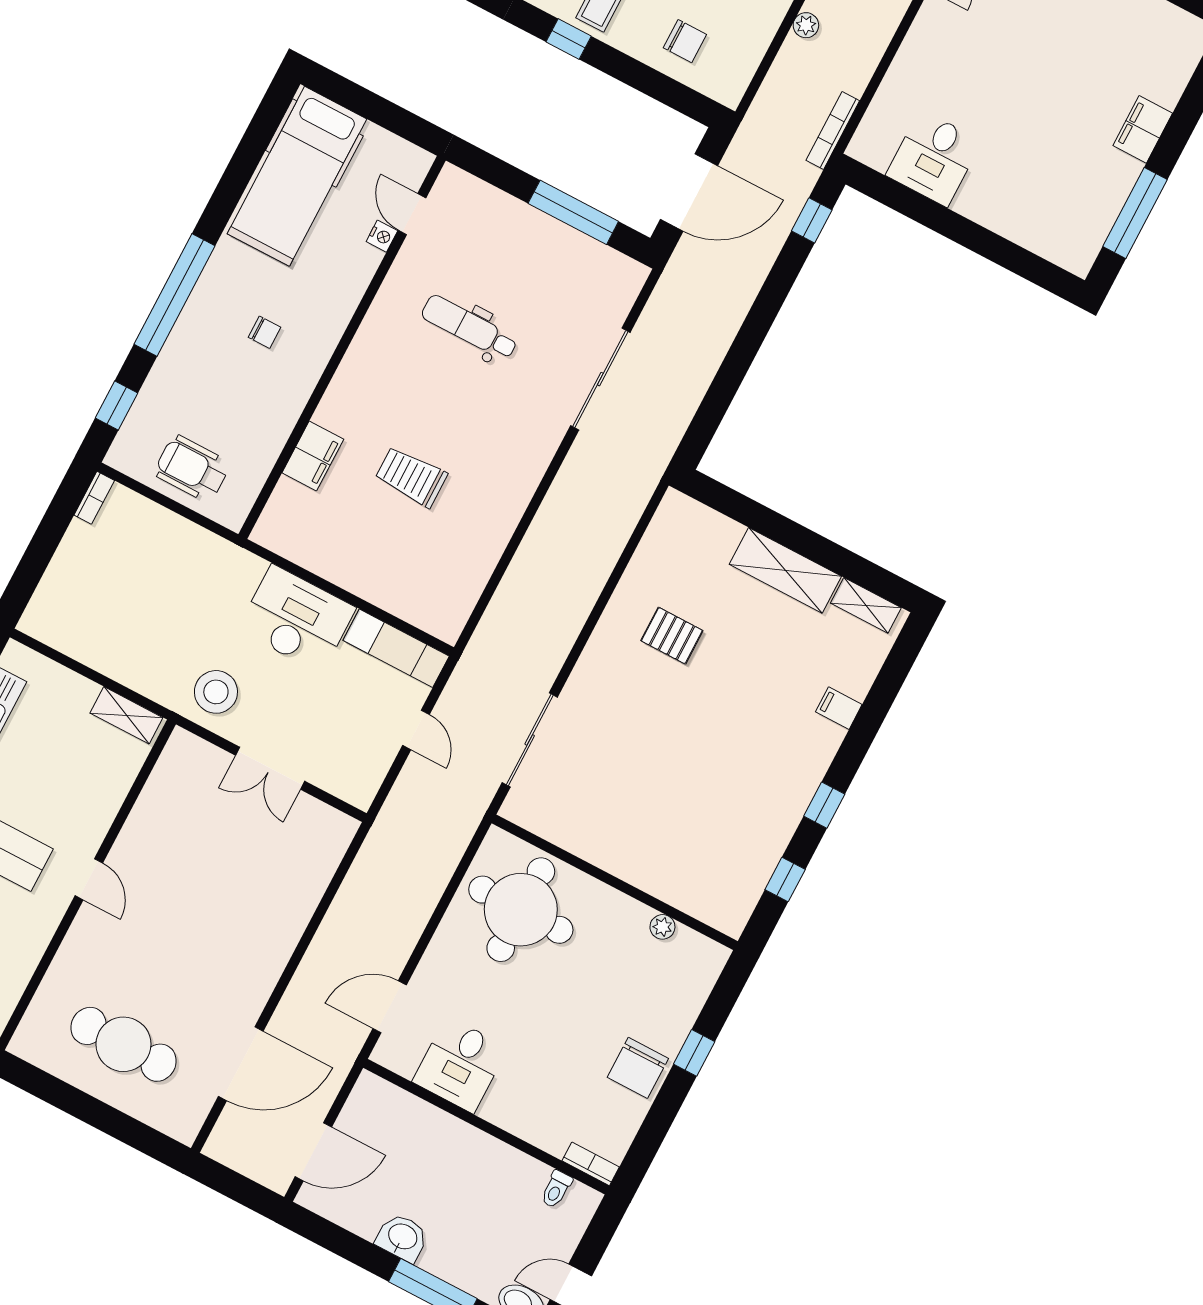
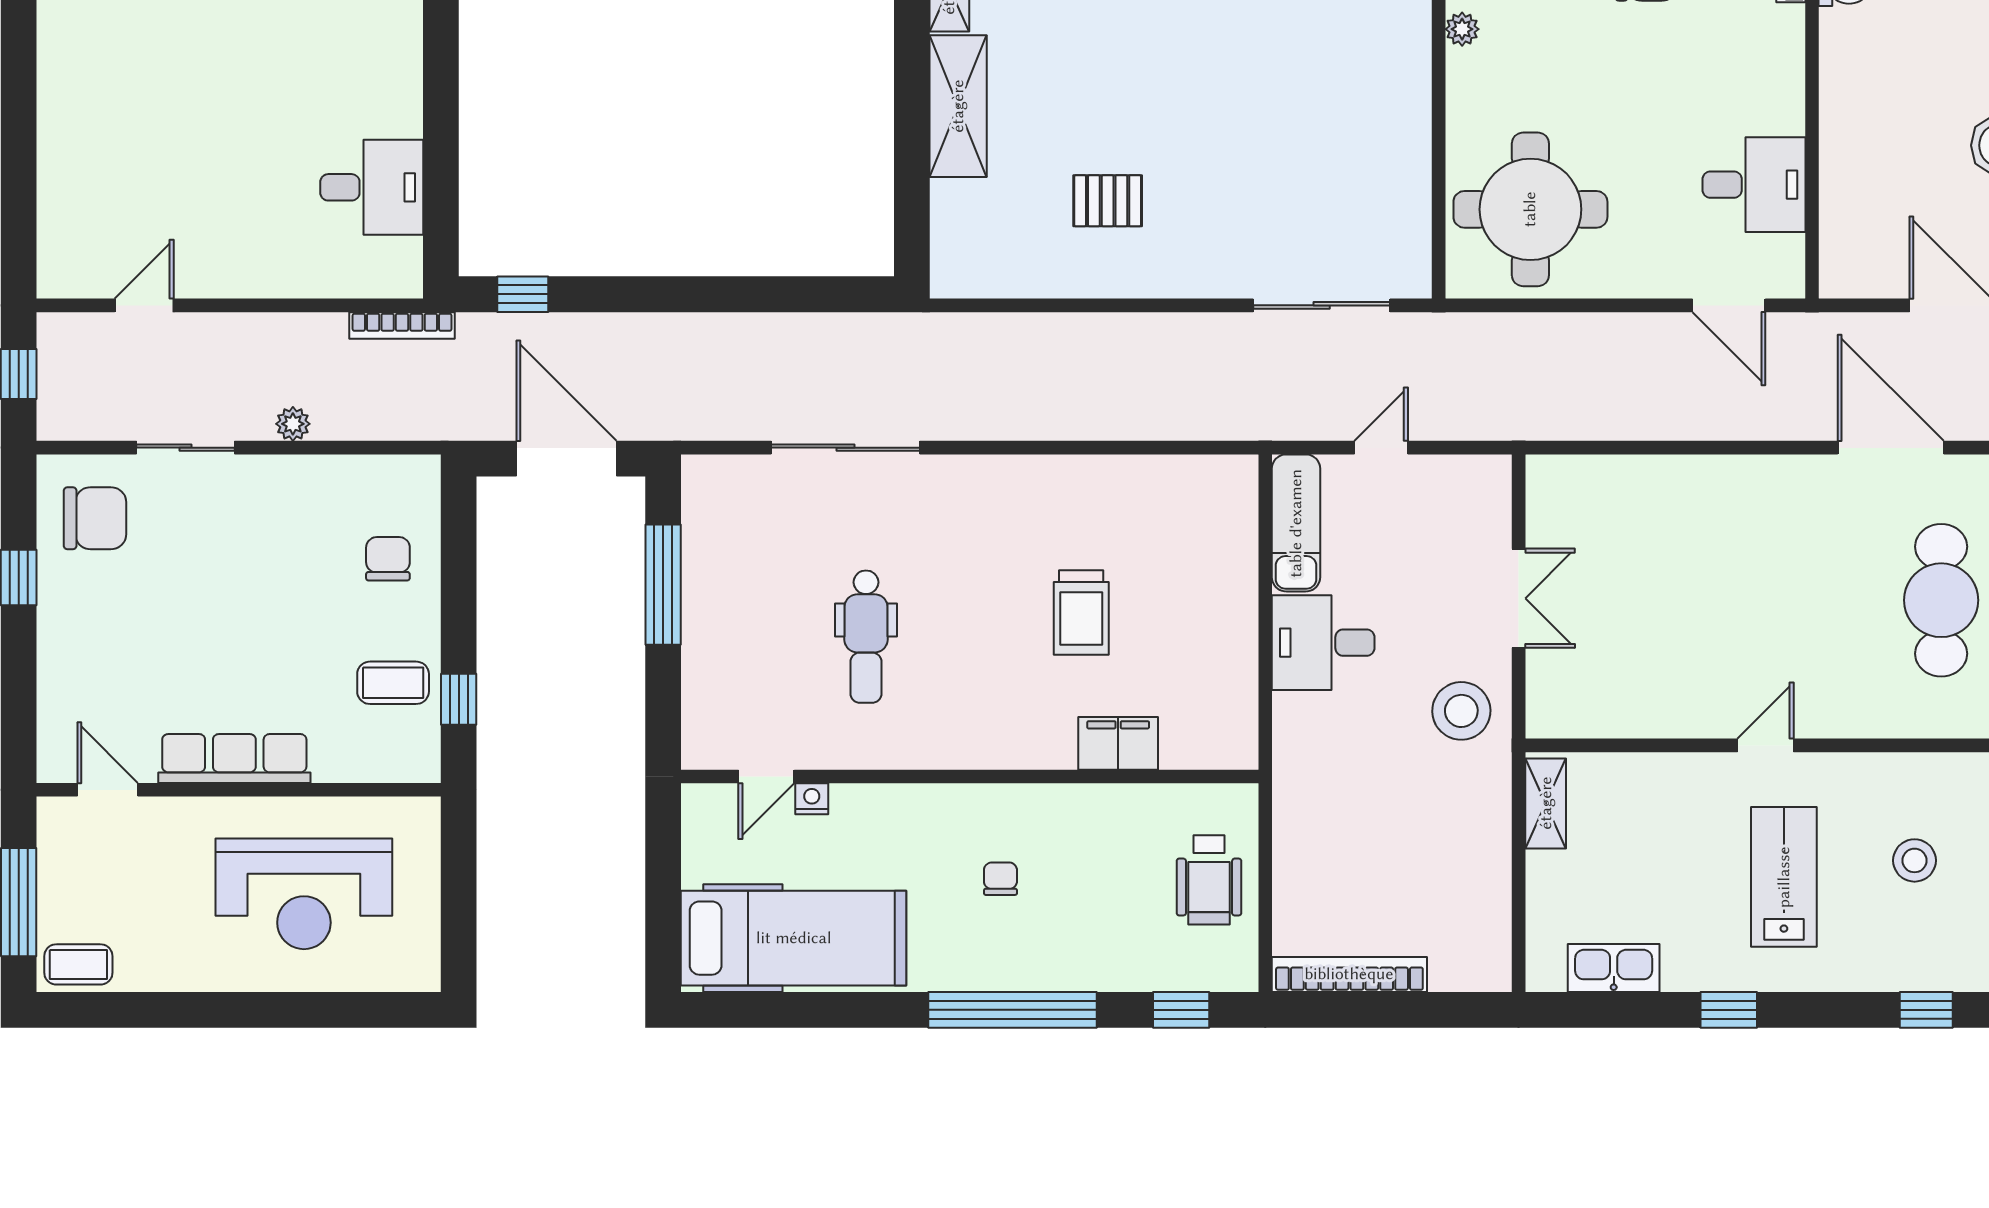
bookcase: (94, 498) -> (1349, 974), width x2.31, depth x1.31
desk: (297, 619) -> (1323, 643), width x0.73
pallet: (672, 636) -> (1108, 201), turned 90

